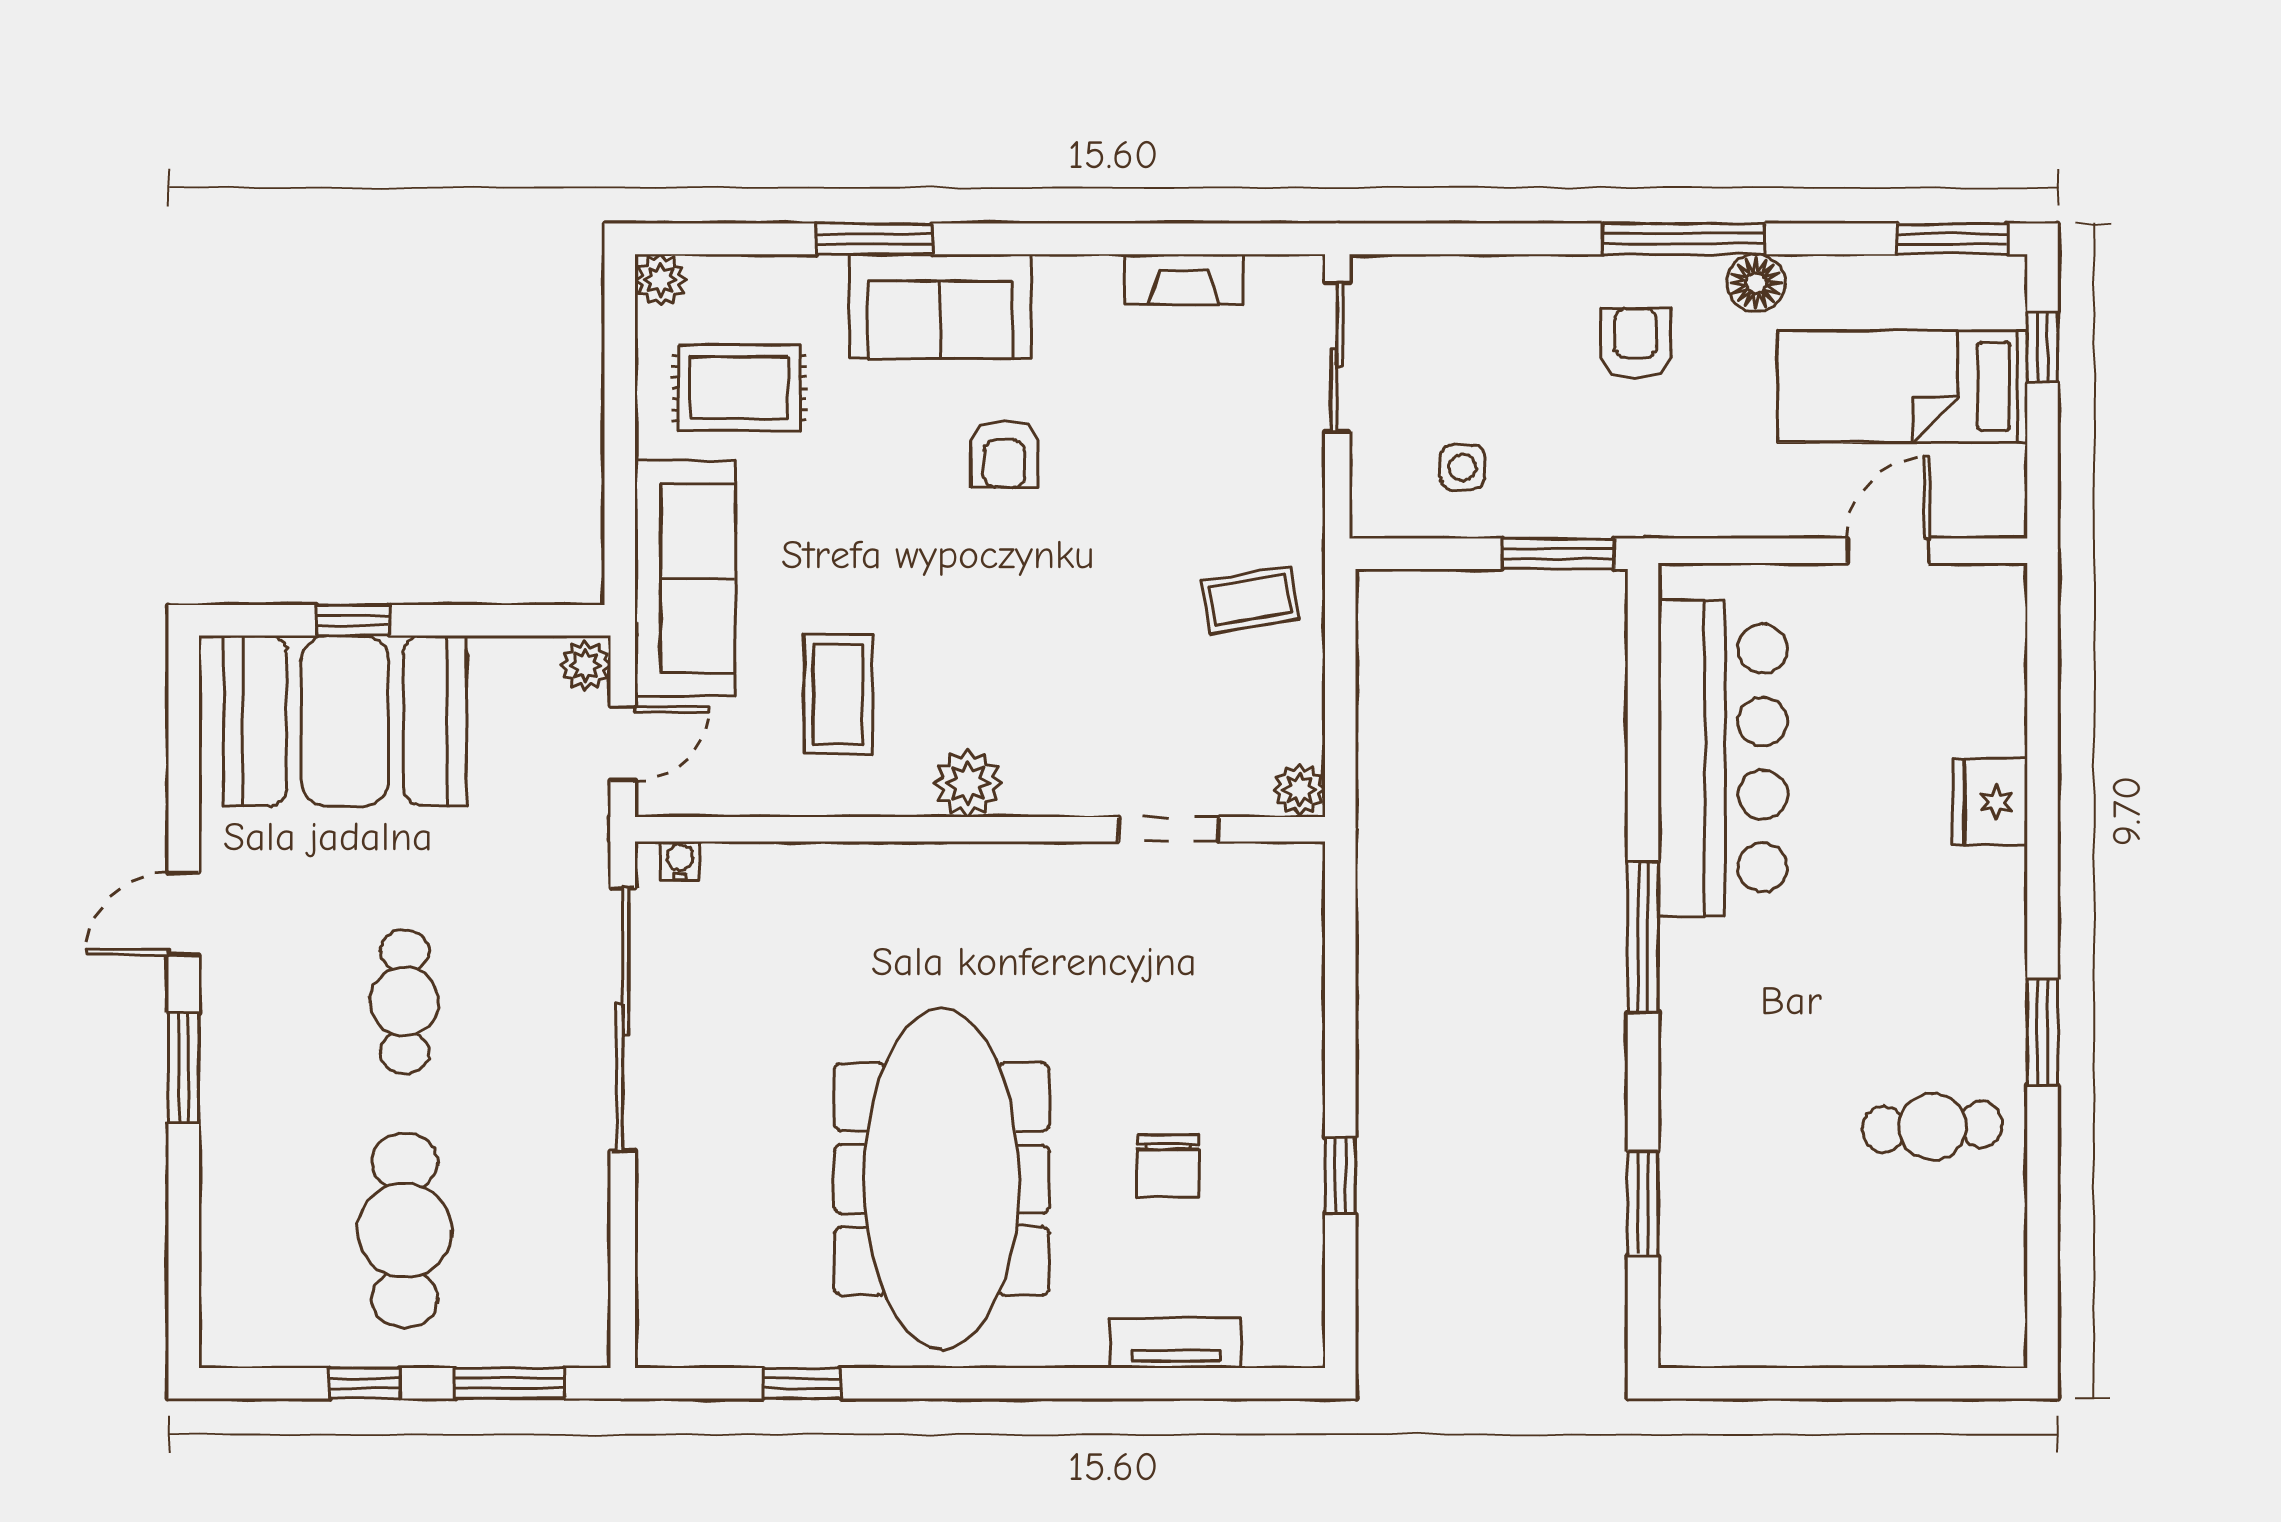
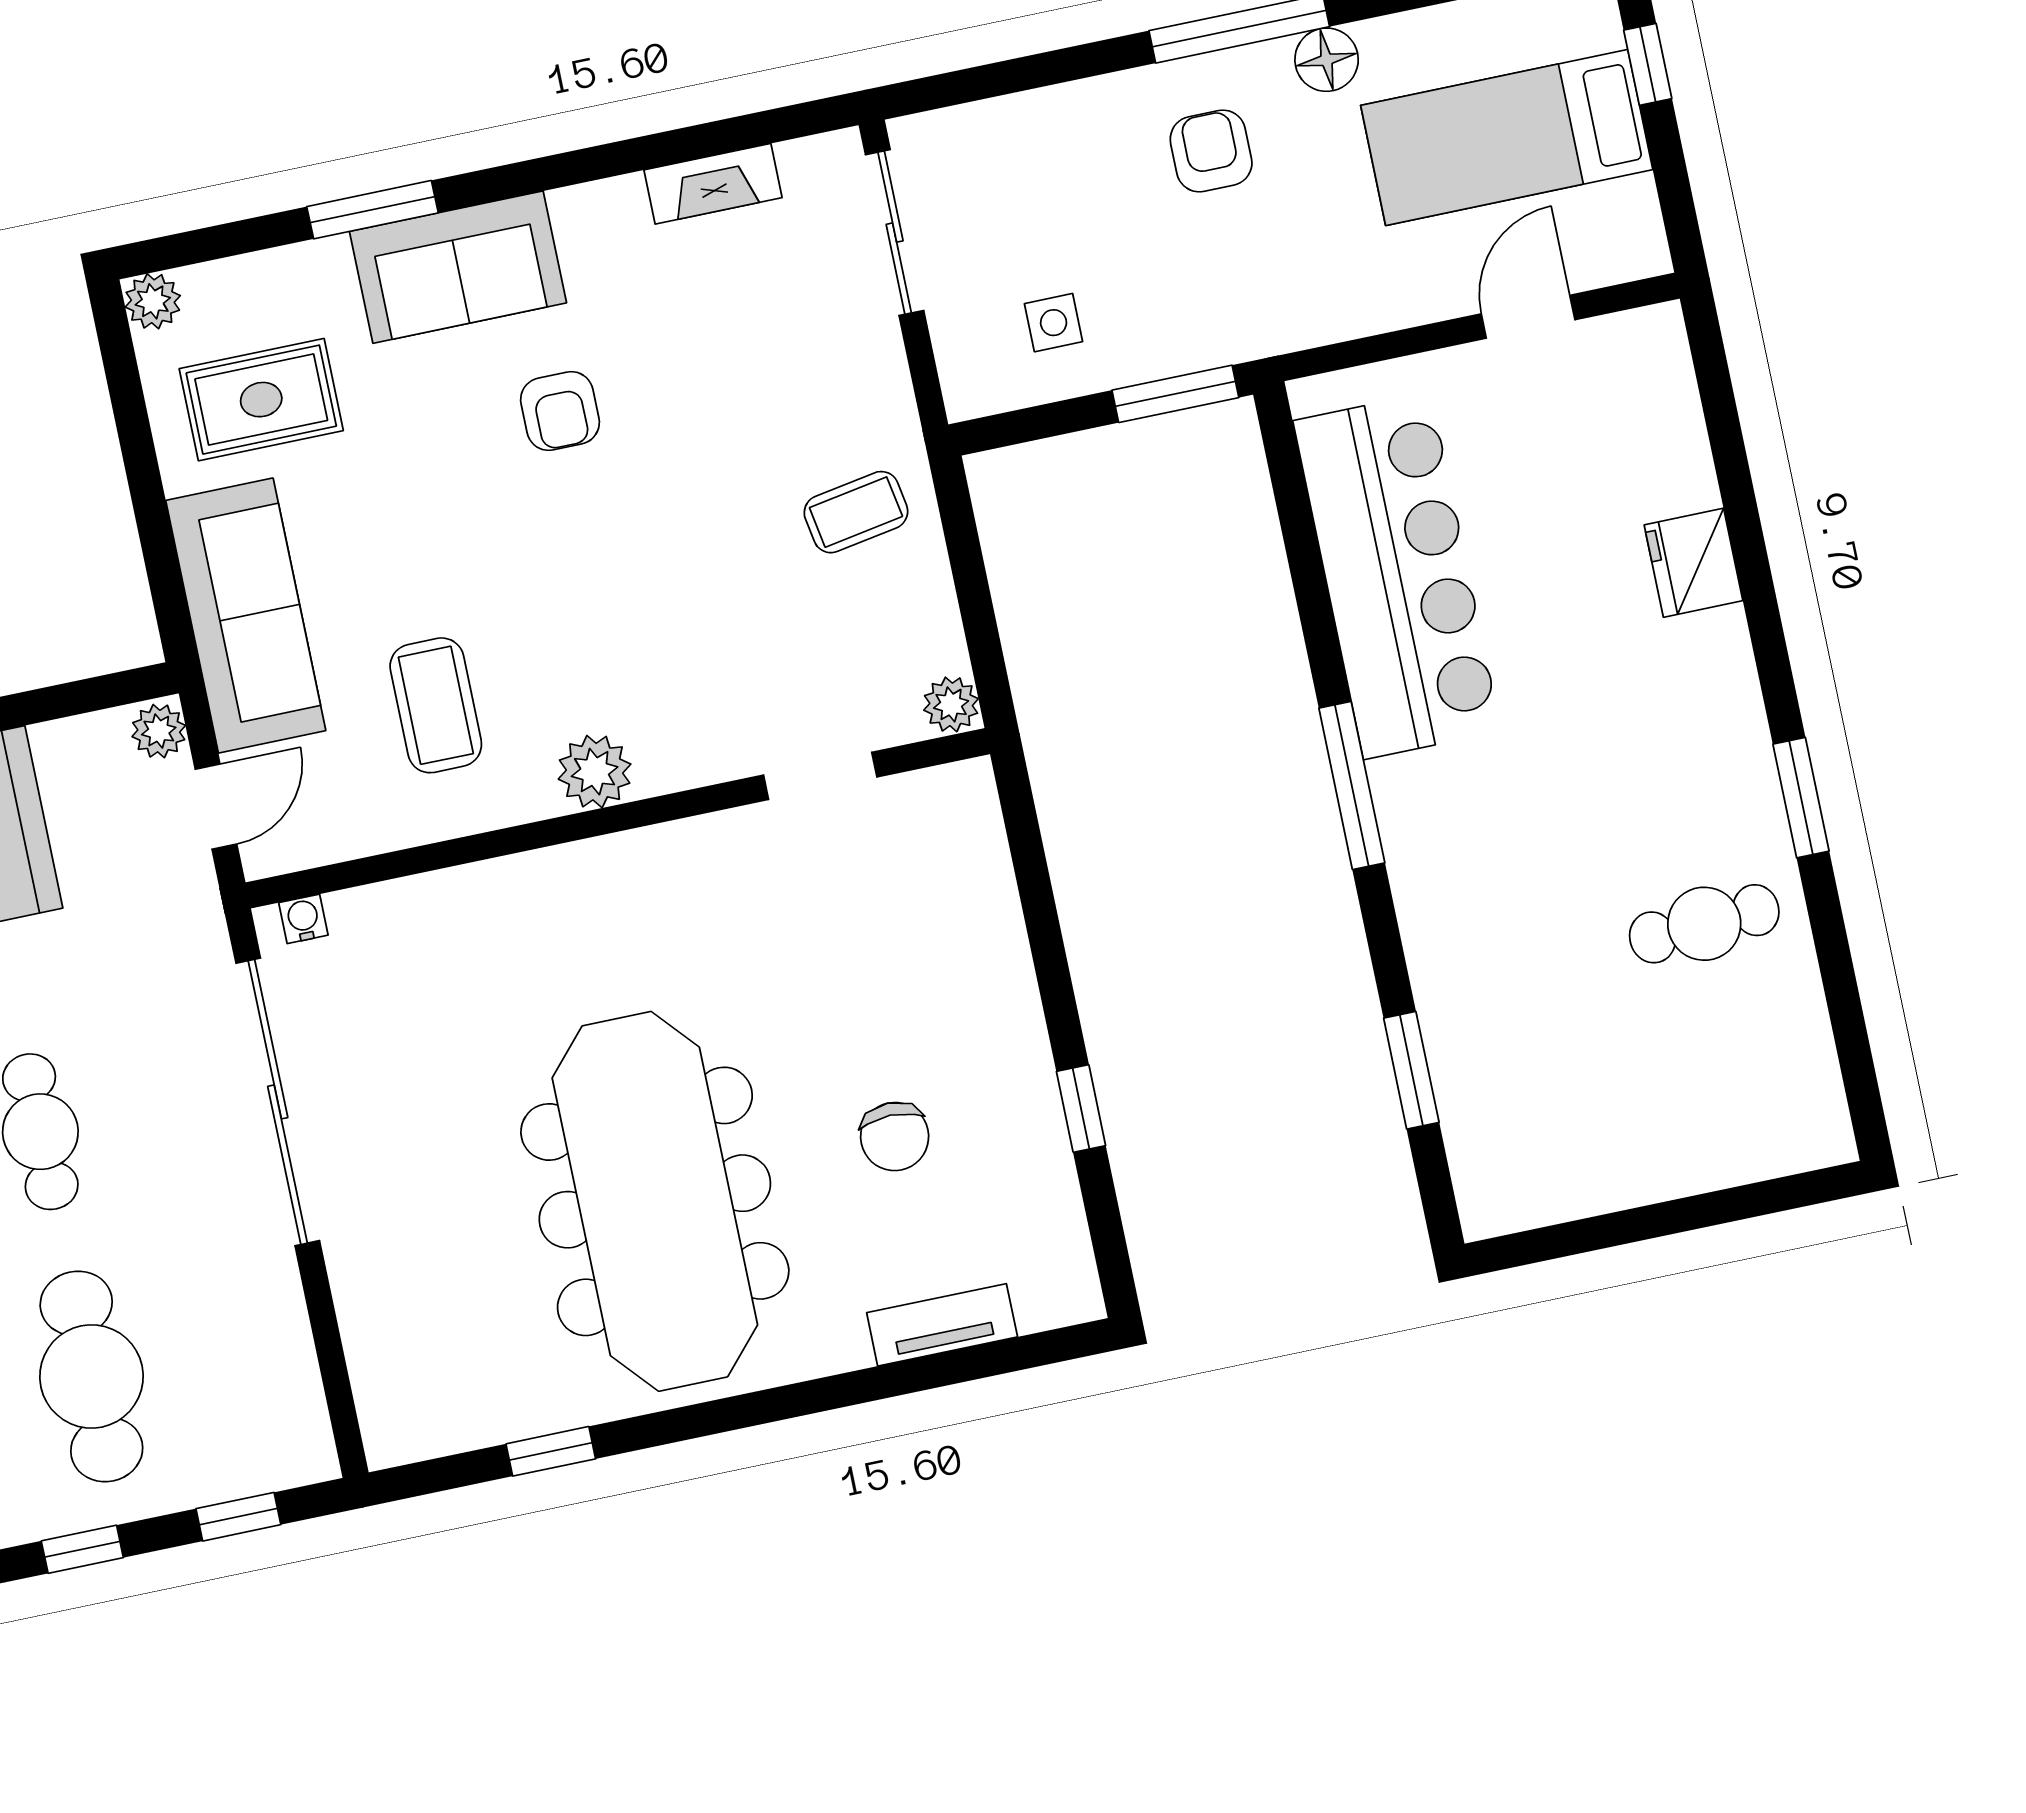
window: (510, 1383) -> (238, 1517), width x0.67

